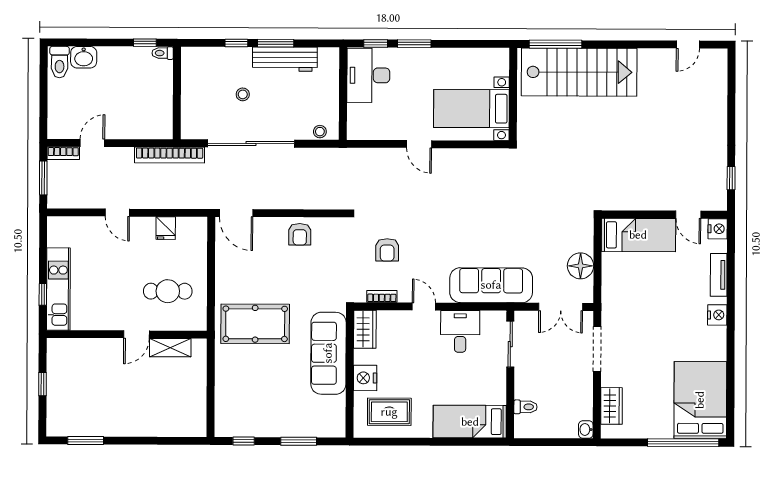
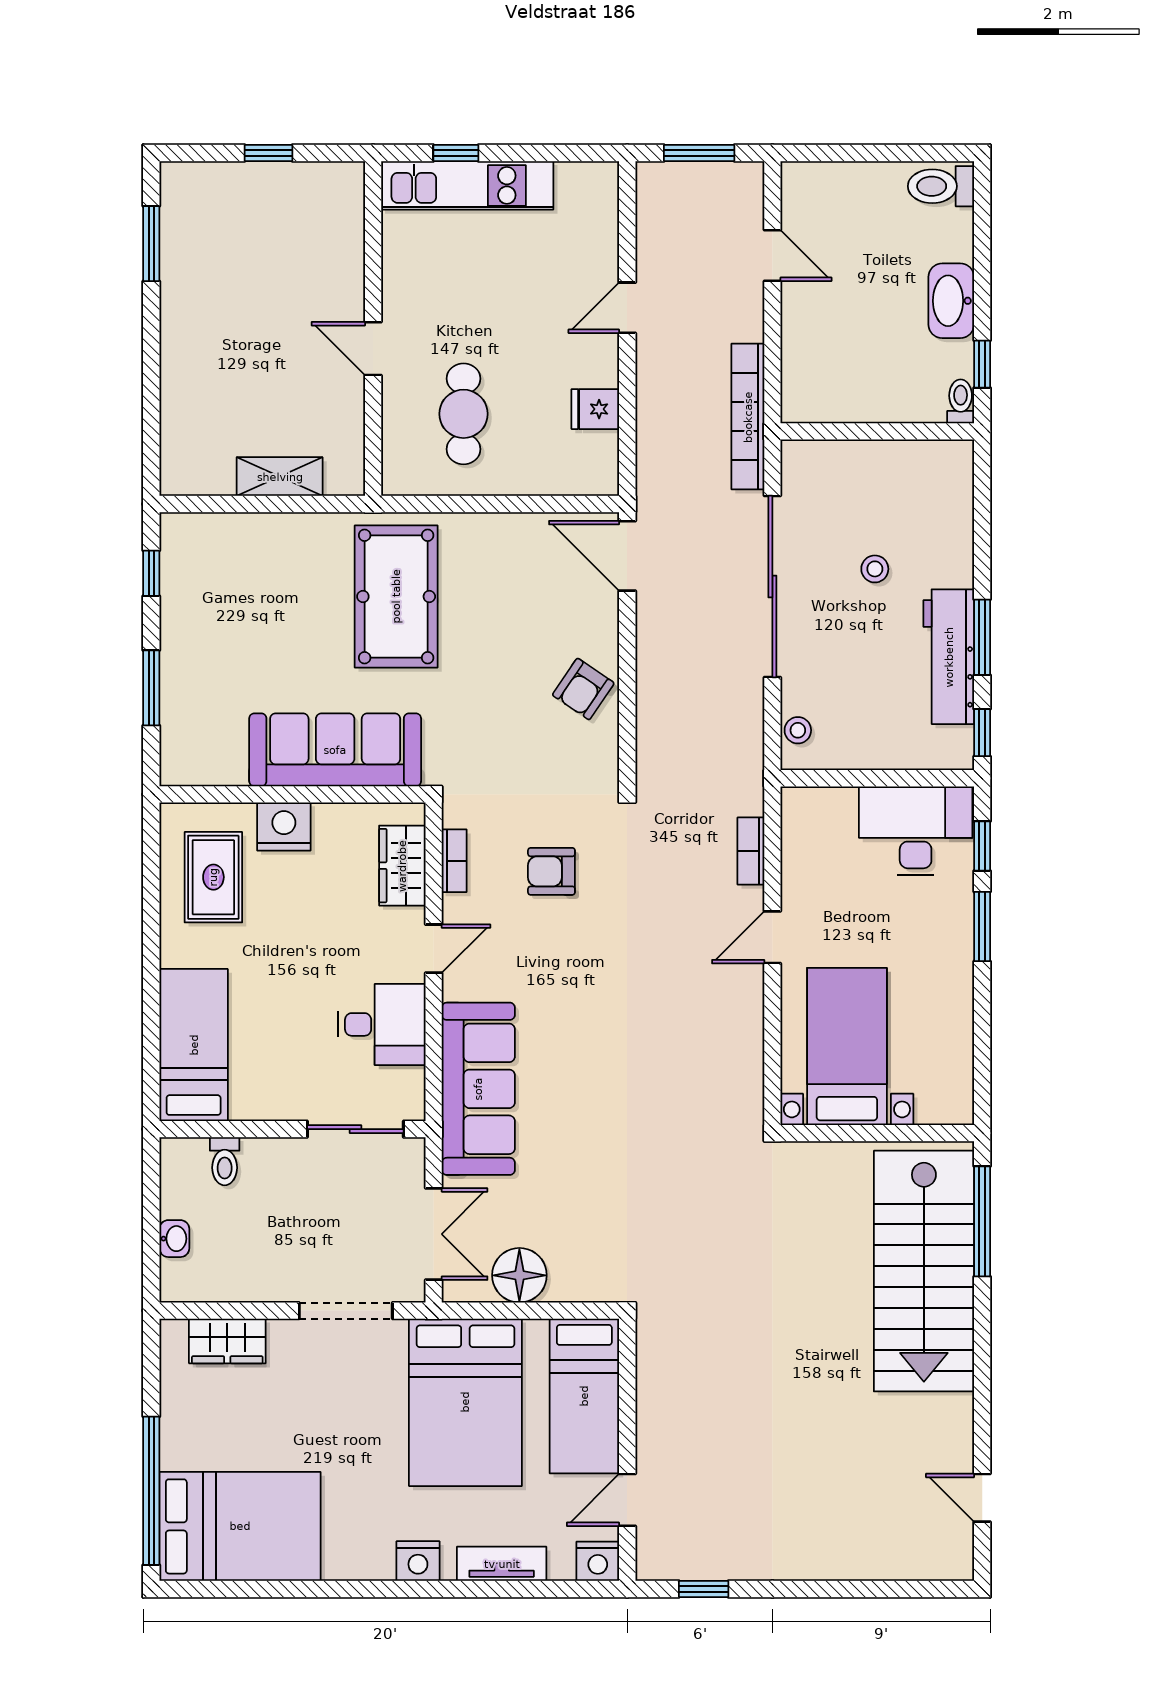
window: (236, 43) -> (982, 733), moved
washbasin: (84, 57) -> (951, 301), moved, width x1.38
bookcase: (63, 153) -> (751, 851), moved
door: (236, 213) -> (627, 556), hinge flipped
armchair: (300, 234) -> (583, 689), turned -56
bed: (641, 292) -> (465, 1402), added
double door: (561, 307) -> (434, 1234), swing flipped
wardrobe: (365, 329) -> (402, 866), moved, turned 90
shelving: (170, 348) -> (280, 477), moved, turned 90
washbasin: (586, 429) -> (174, 1239), moved, turned 90

